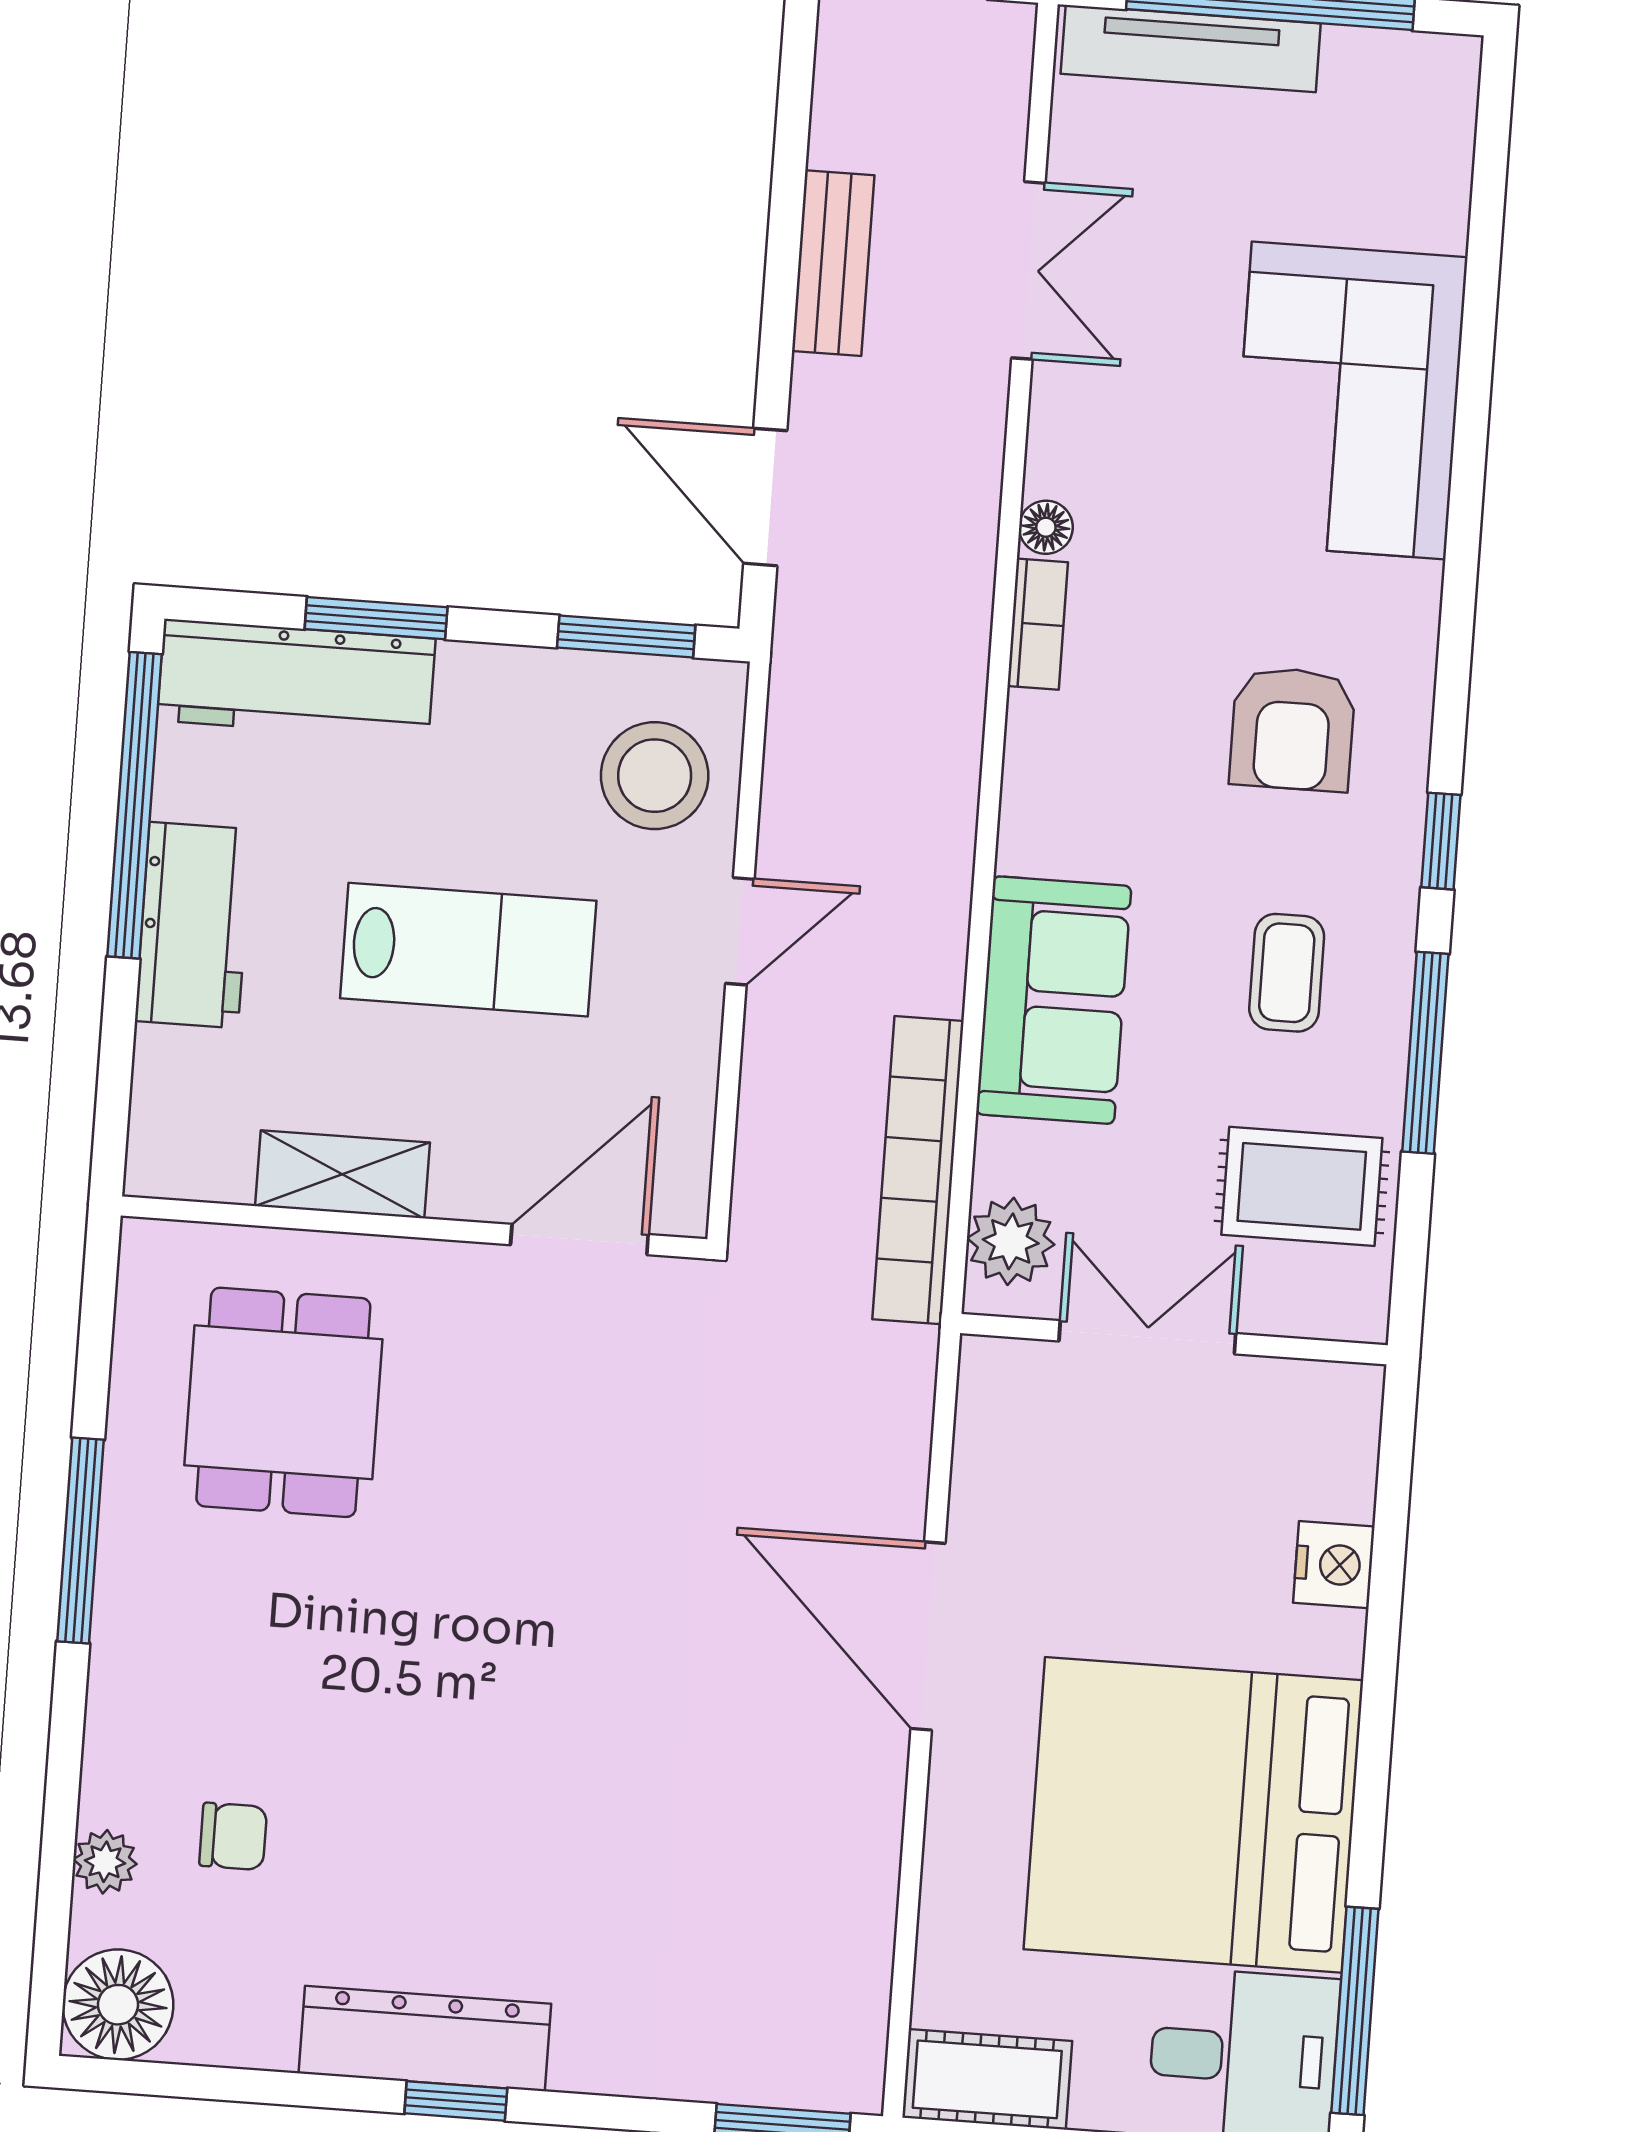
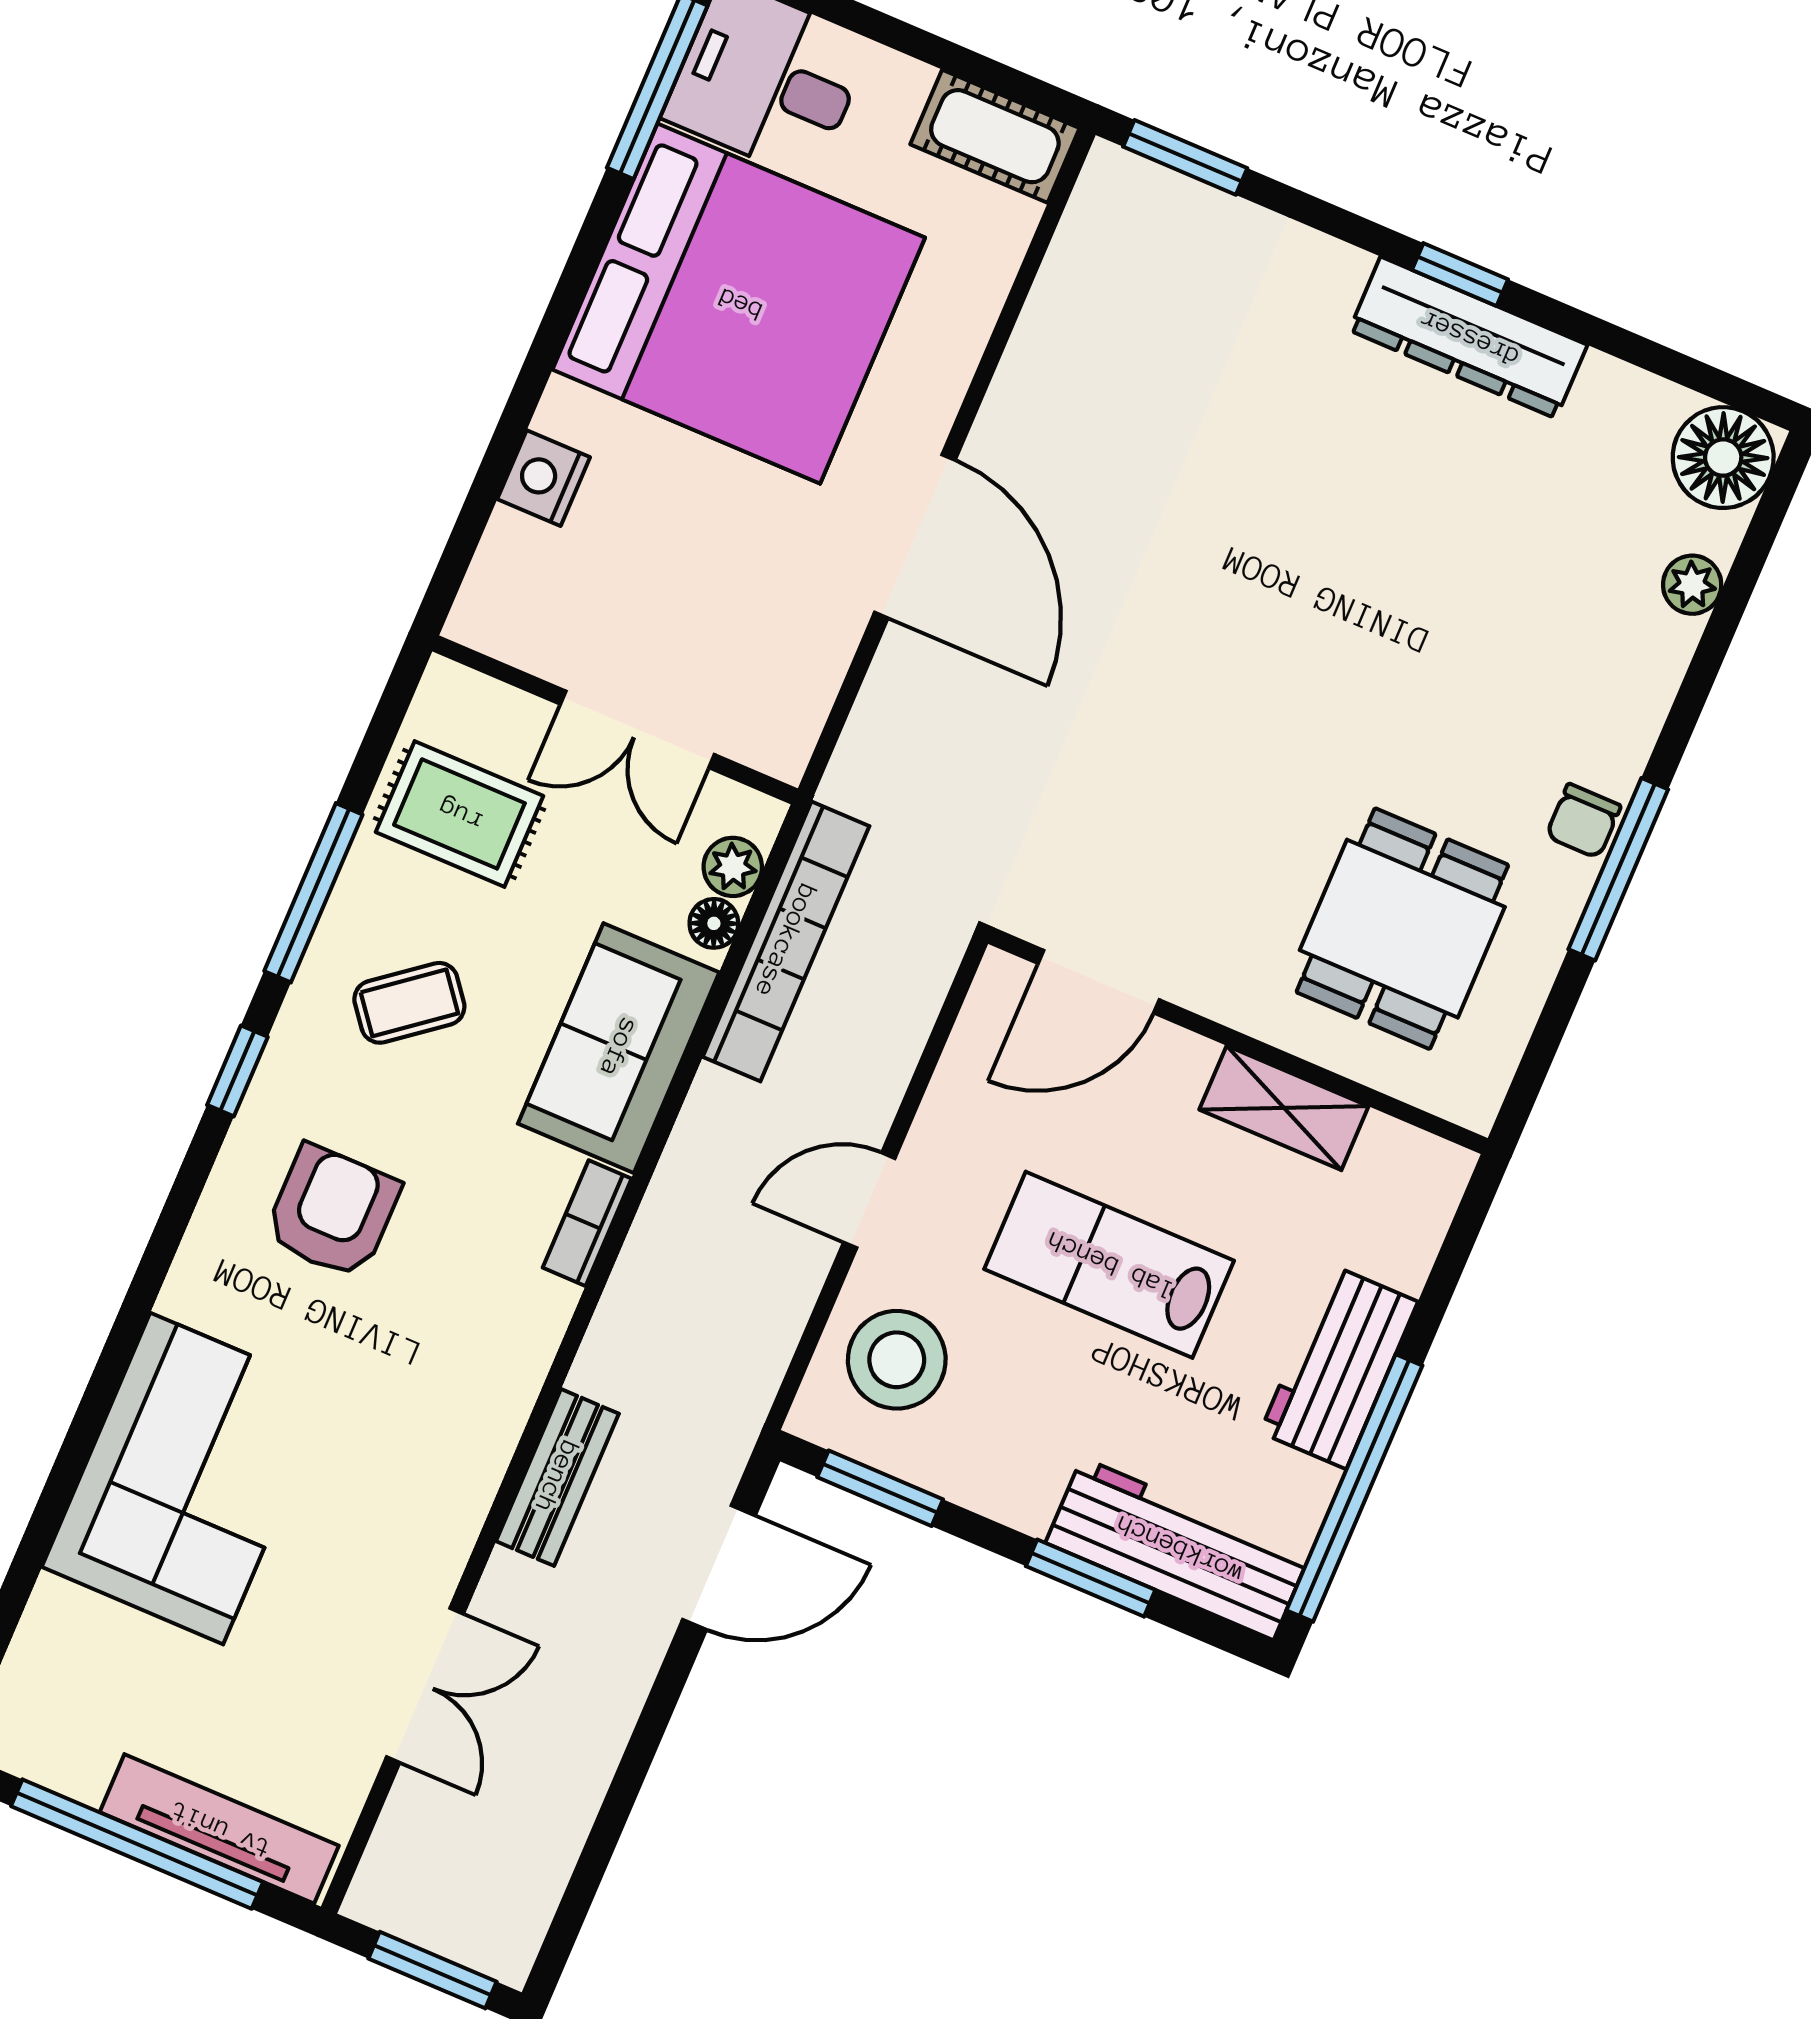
bench: (833, 263) -> (557, 1477), moved
double door: (1028, 270) -> (425, 1685), swing flipped
door: (765, 497) -> (719, 1568), hinge flipped
floor lamp: (1046, 527) -> (714, 923), moved
bookcase: (1038, 624) -> (587, 1223), moved
coffee table: (1287, 973) -> (409, 1003), turned 52
plant: (1011, 1241) -> (733, 867), width x0.73, depth x0.73
chair: (233, 1836) -> (1583, 821), moved, turned -90

